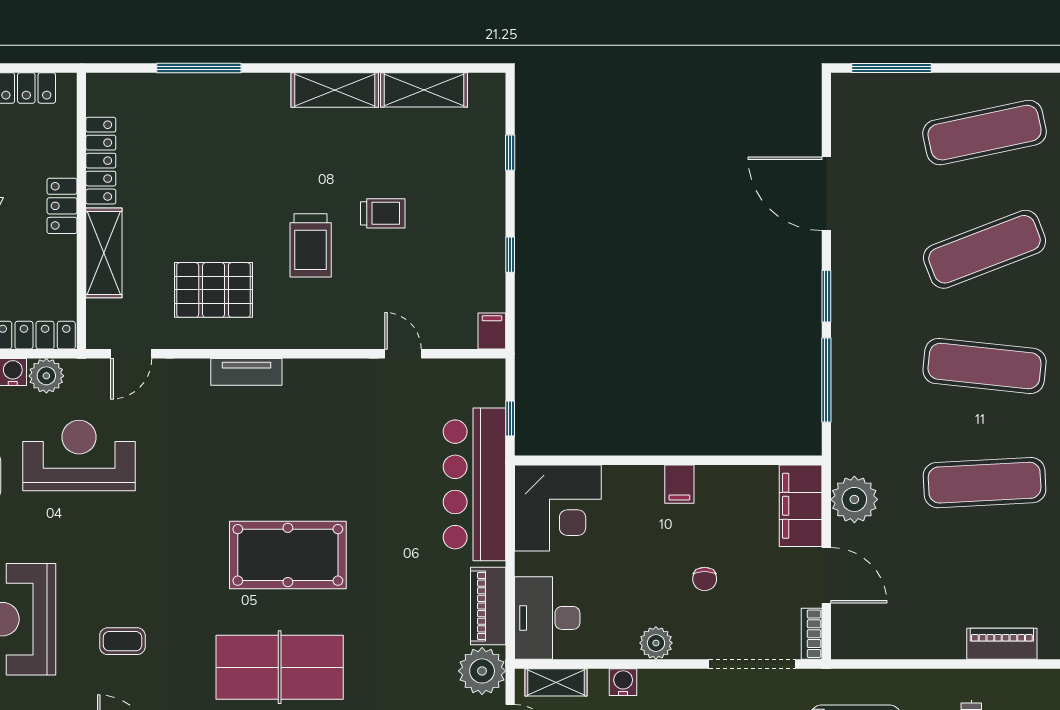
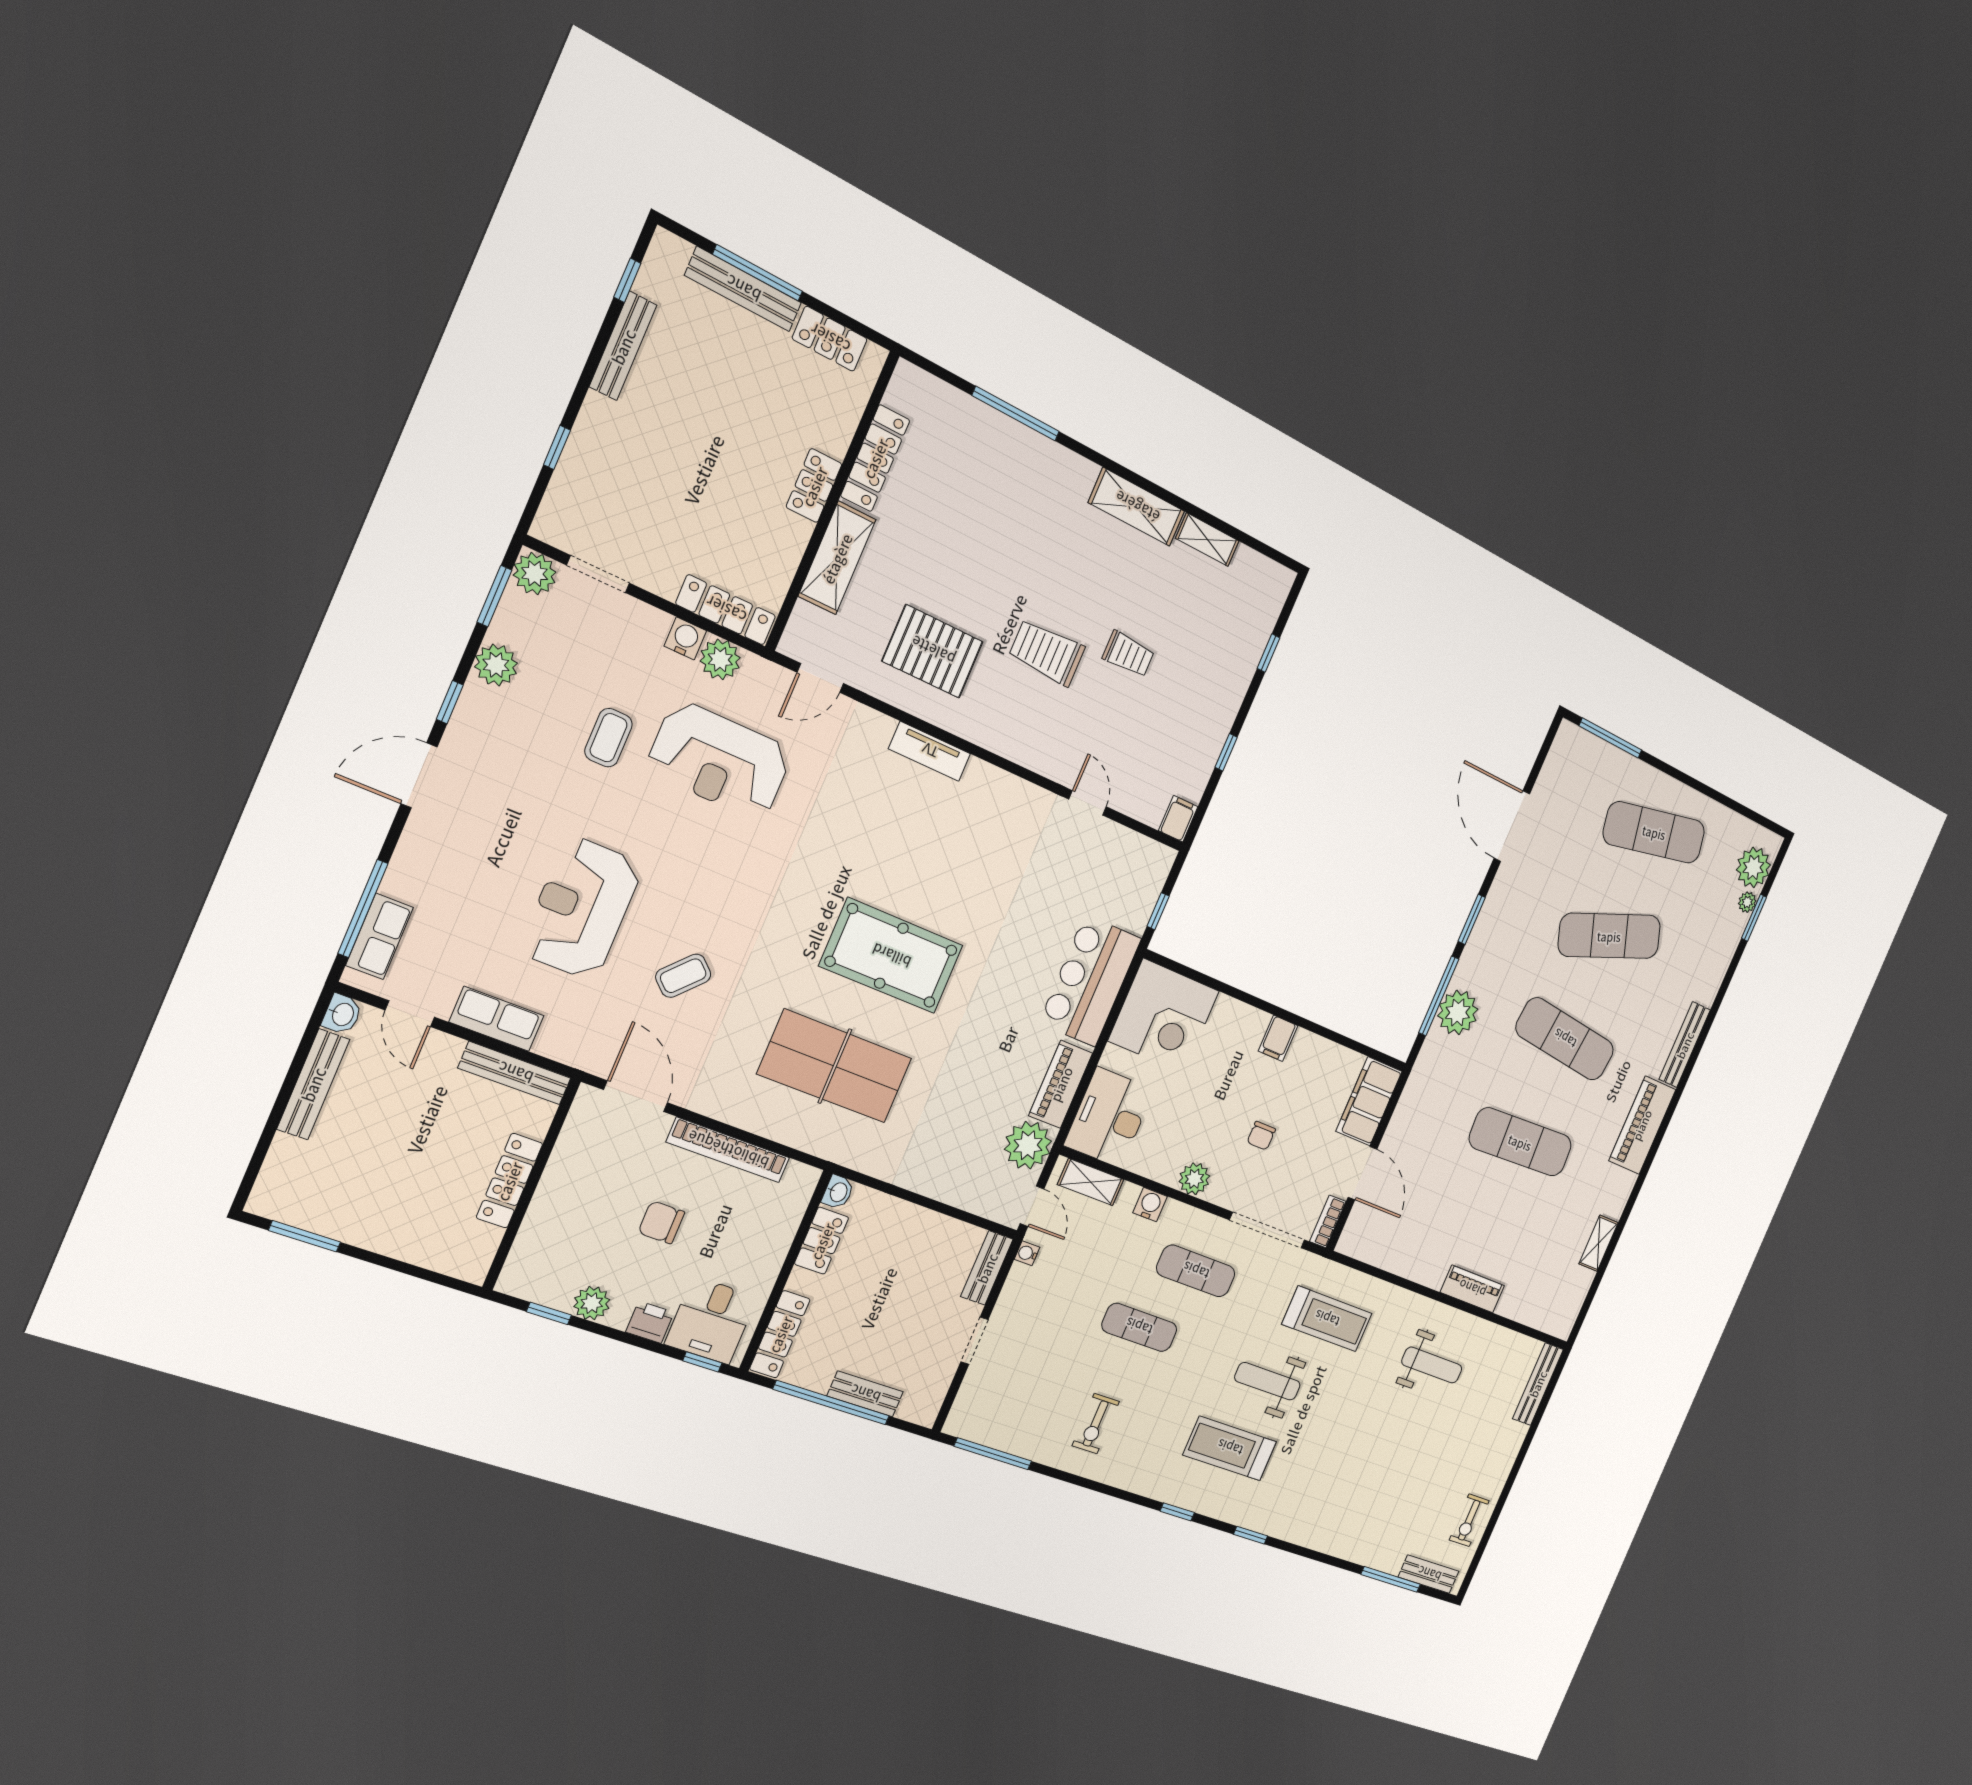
shelving: (424, 90) -> (1207, 540), width x0.67, depth x0.75
trolley: (311, 245) -> (1047, 652), turned 90
reception desk: (79, 455) -> (720, 760), turned 180
bar counter: (474, 484) -> (1090, 981), width x0.73
plant: (854, 499) -> (1458, 1012), moved
coffee table: (122, 641) -> (683, 976), turned -47

